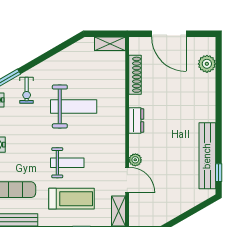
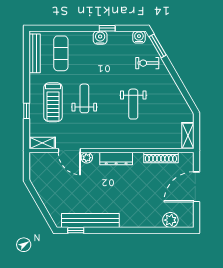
weight bench: (74, 106) -> (133, 104), width x0.73, depth x0.75
dresser: (136, 121) -> (116, 159), width x1.44
weight bench: (67, 163) -> (84, 98), turned 180
door: (127, 180) -> (69, 151), hinge flipped

